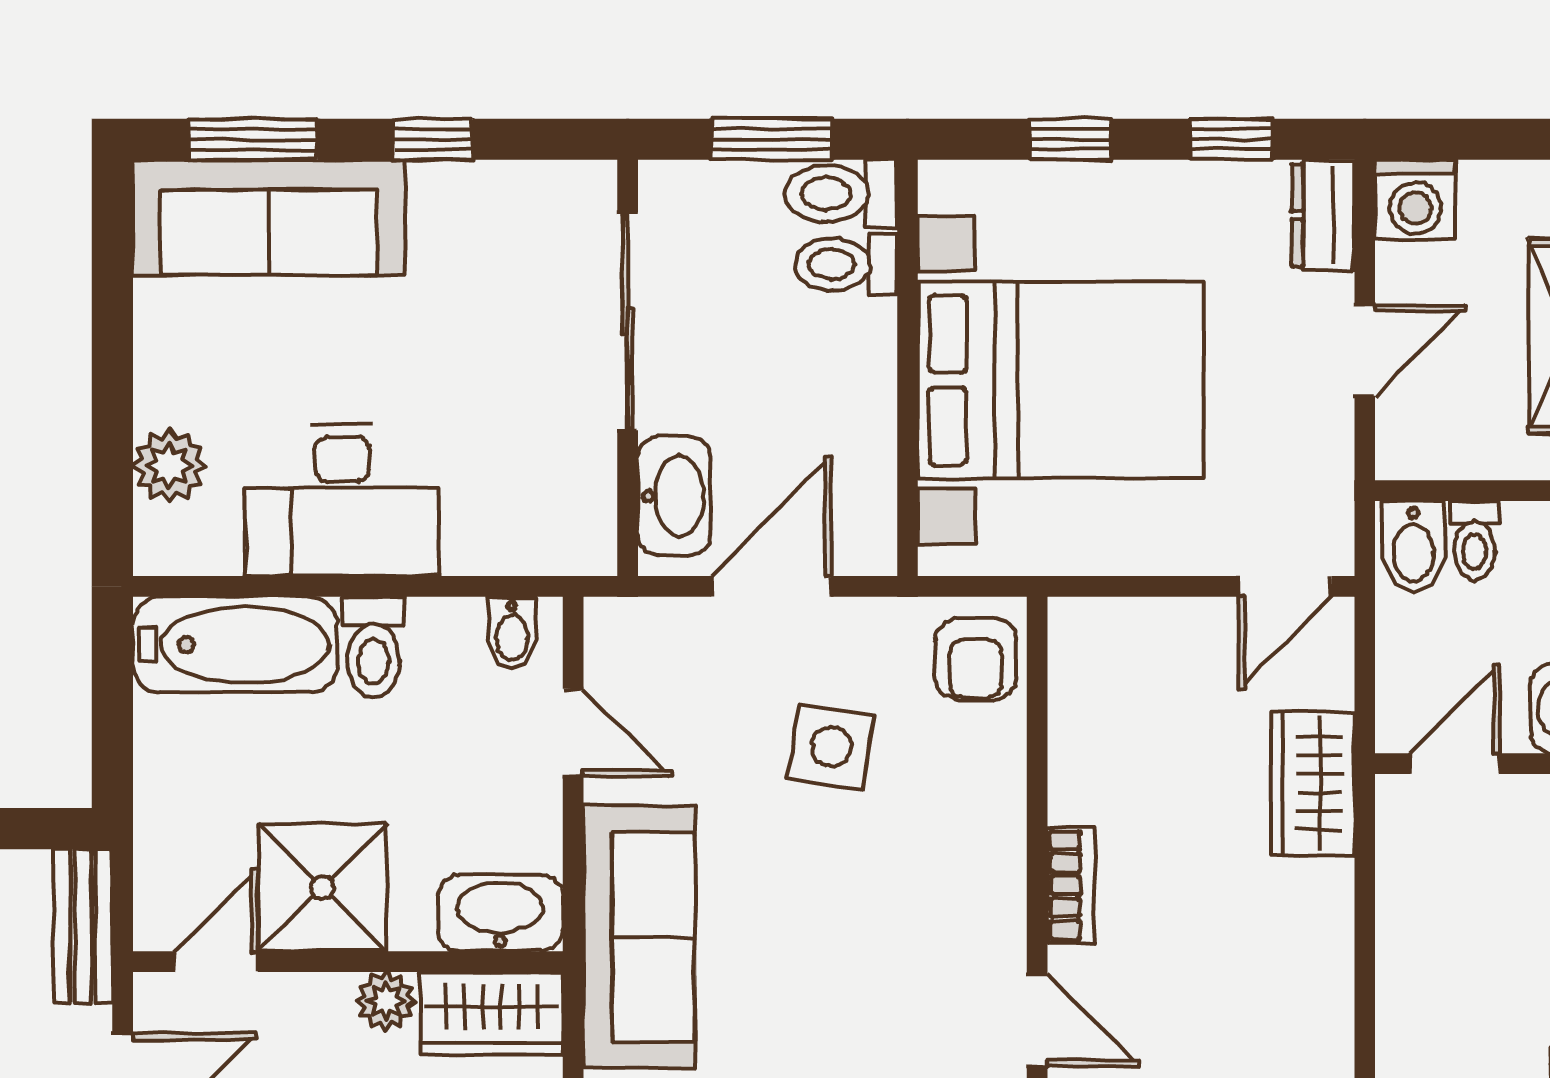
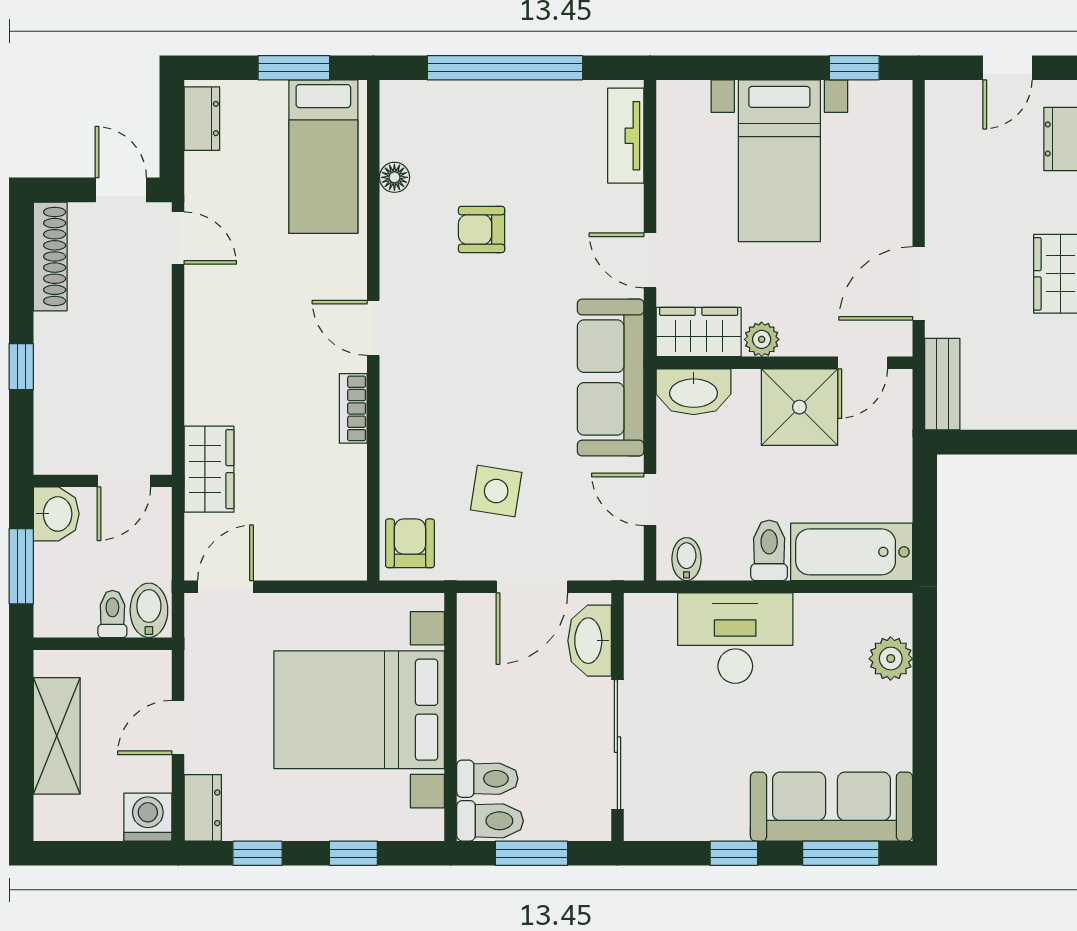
desk: (342, 500) -> (735, 638), moved

